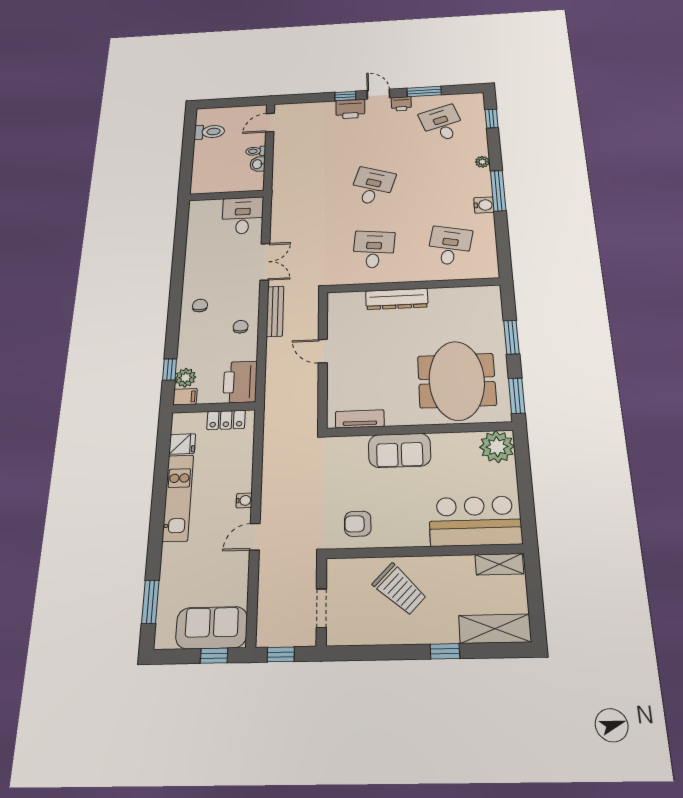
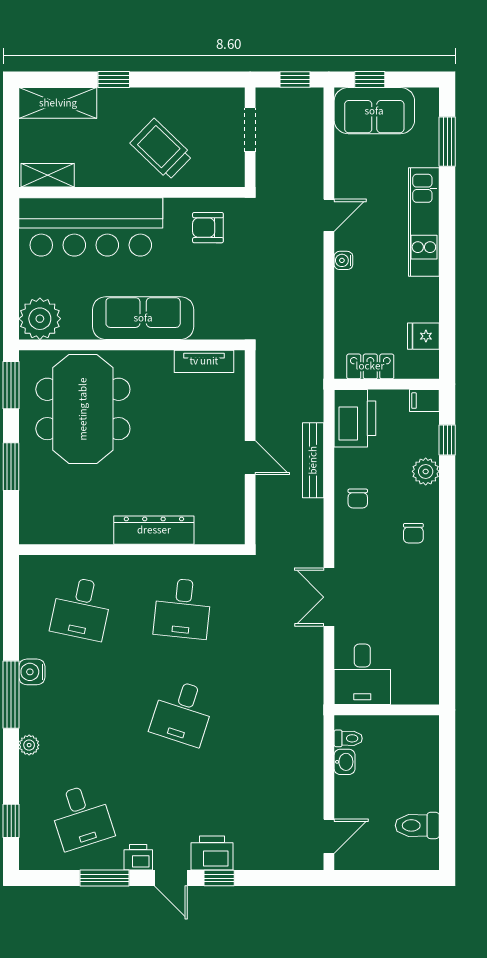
toilet: (256, 151) -> (348, 738), moved
bench: (275, 311) -> (313, 460), moved
plant: (185, 378) -> (426, 471), moved
sofa: (400, 450) -> (143, 318), width x1.36
kitchen unit: (178, 498) -> (424, 222), moved
bar counter: (475, 521) -> (91, 227), width x1.36
armchair: (358, 524) -> (208, 228), turned 180

